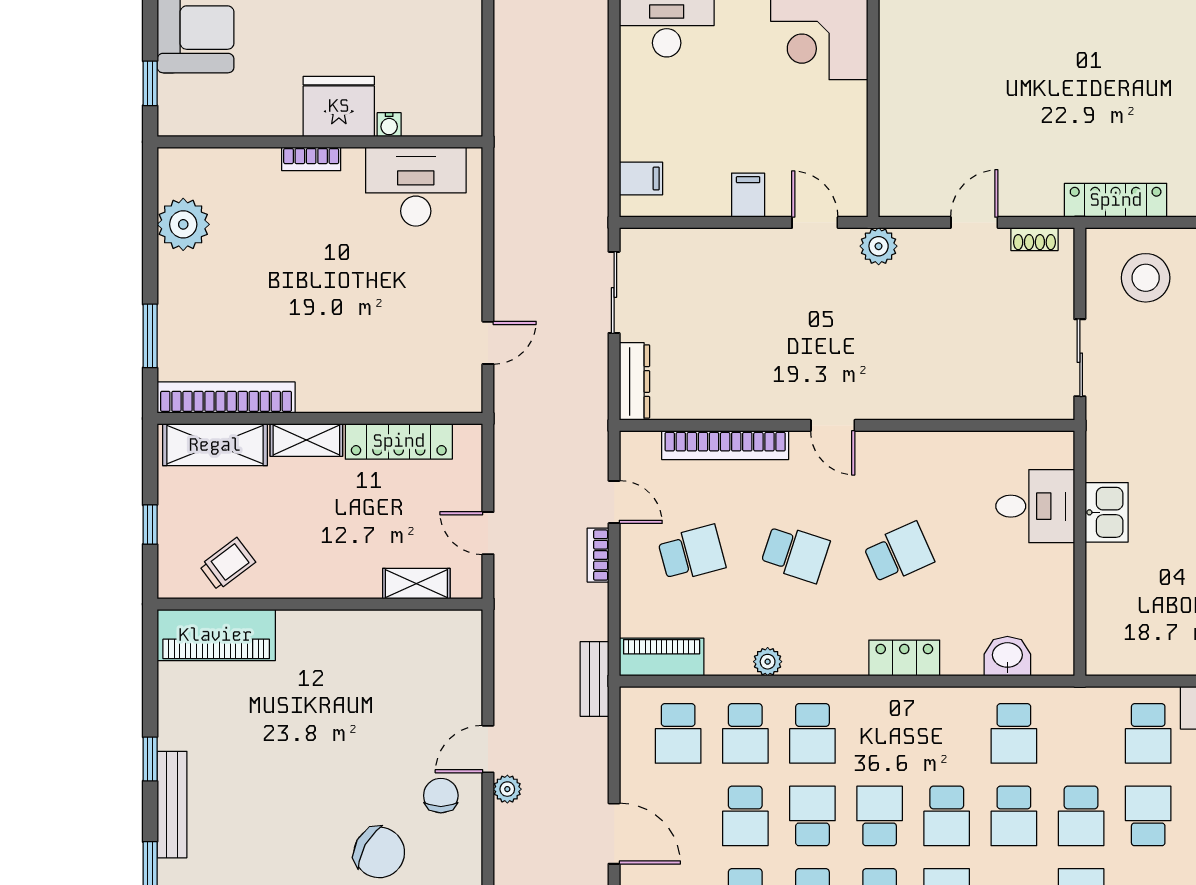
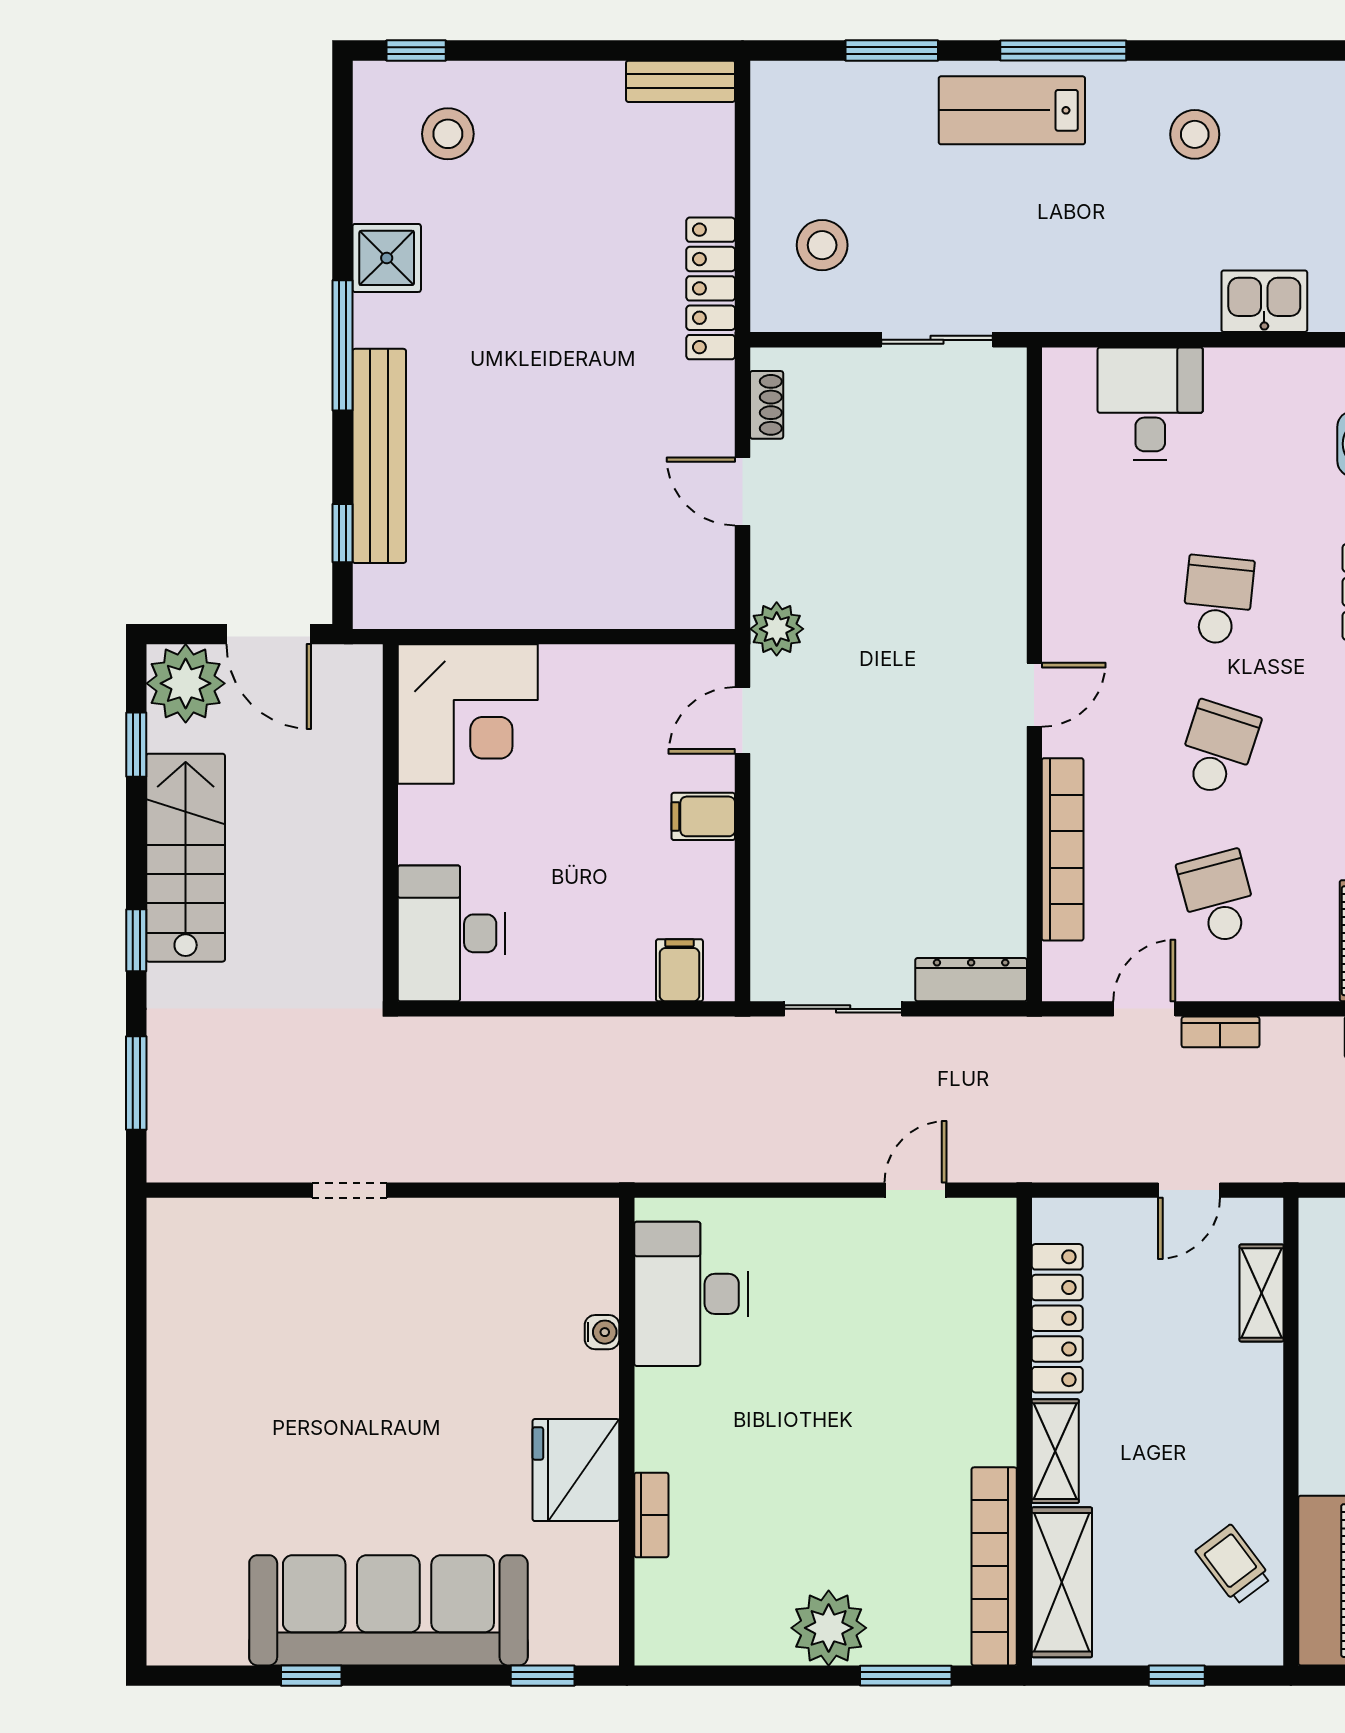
fridge: (339, 106) -> (576, 1470), moved
bookcase: (311, 159) -> (651, 1515), moved
plant: (183, 224) -> (829, 1628), moved
stool: (1146, 278) -> (822, 245), width x0.73, depth x0.73
door: (488, 343) -> (916, 1190), hinge flipped
kitchen sink: (1107, 512) -> (1264, 301), moved
school desk: (899, 553) -> (1218, 600), turned 30

